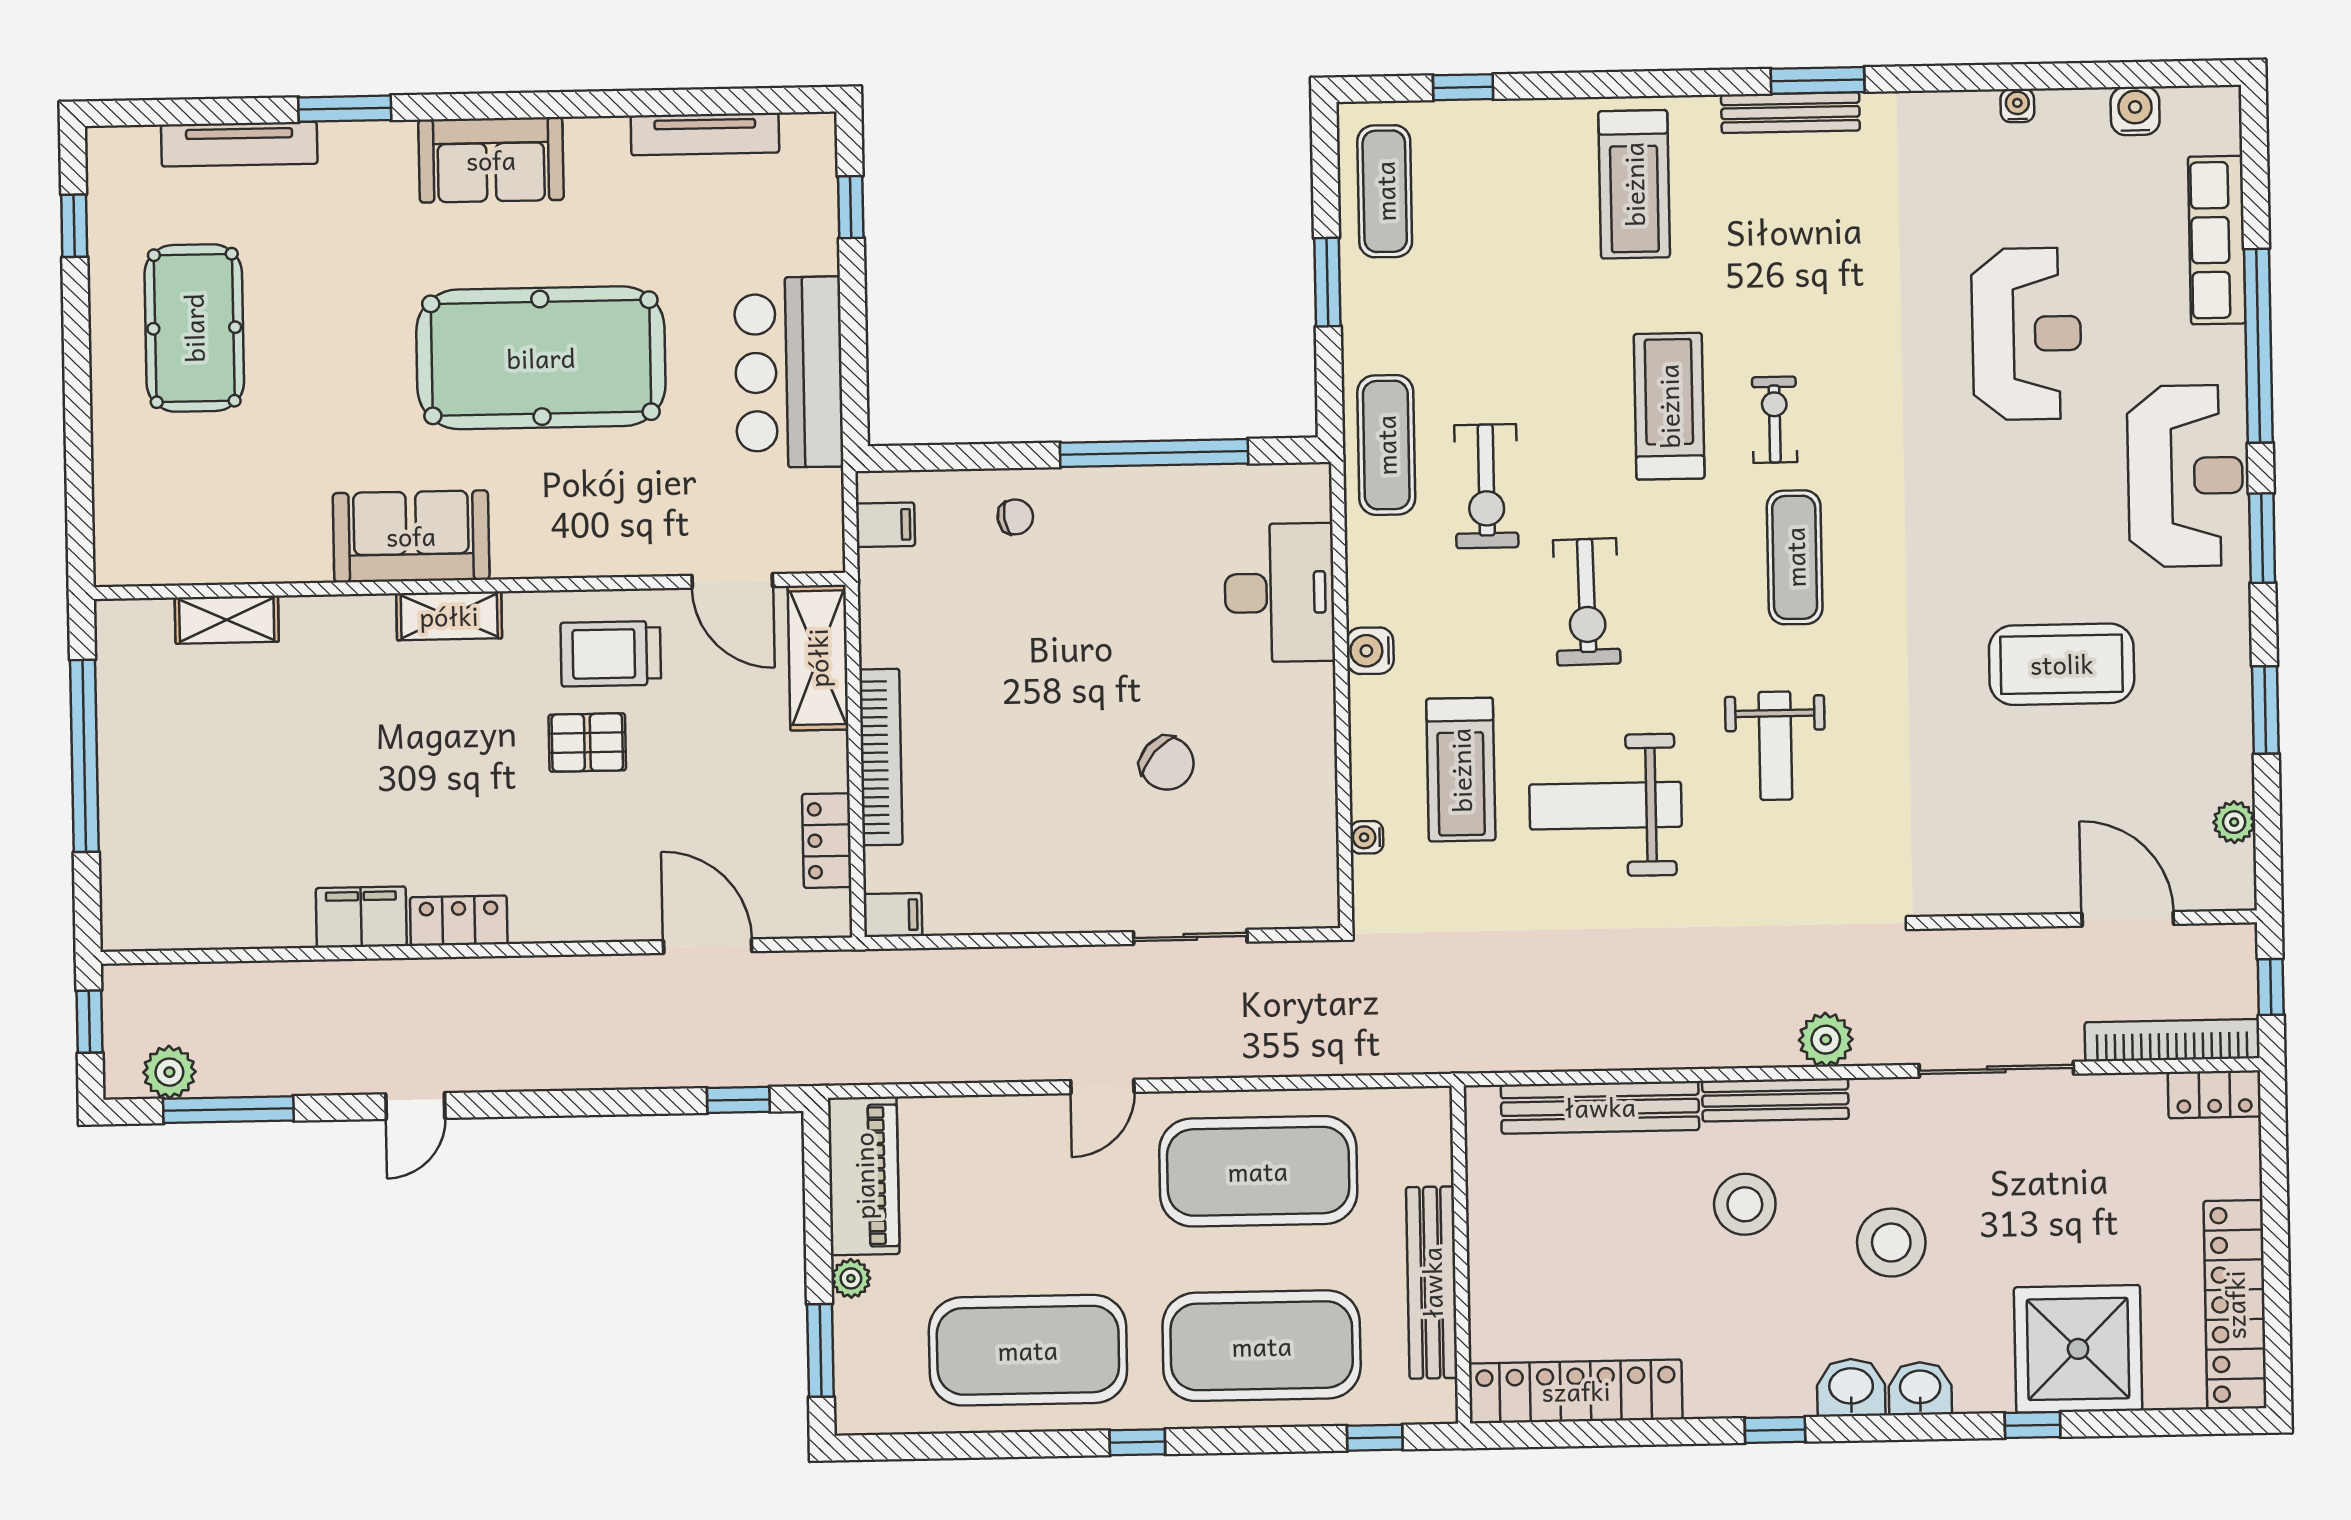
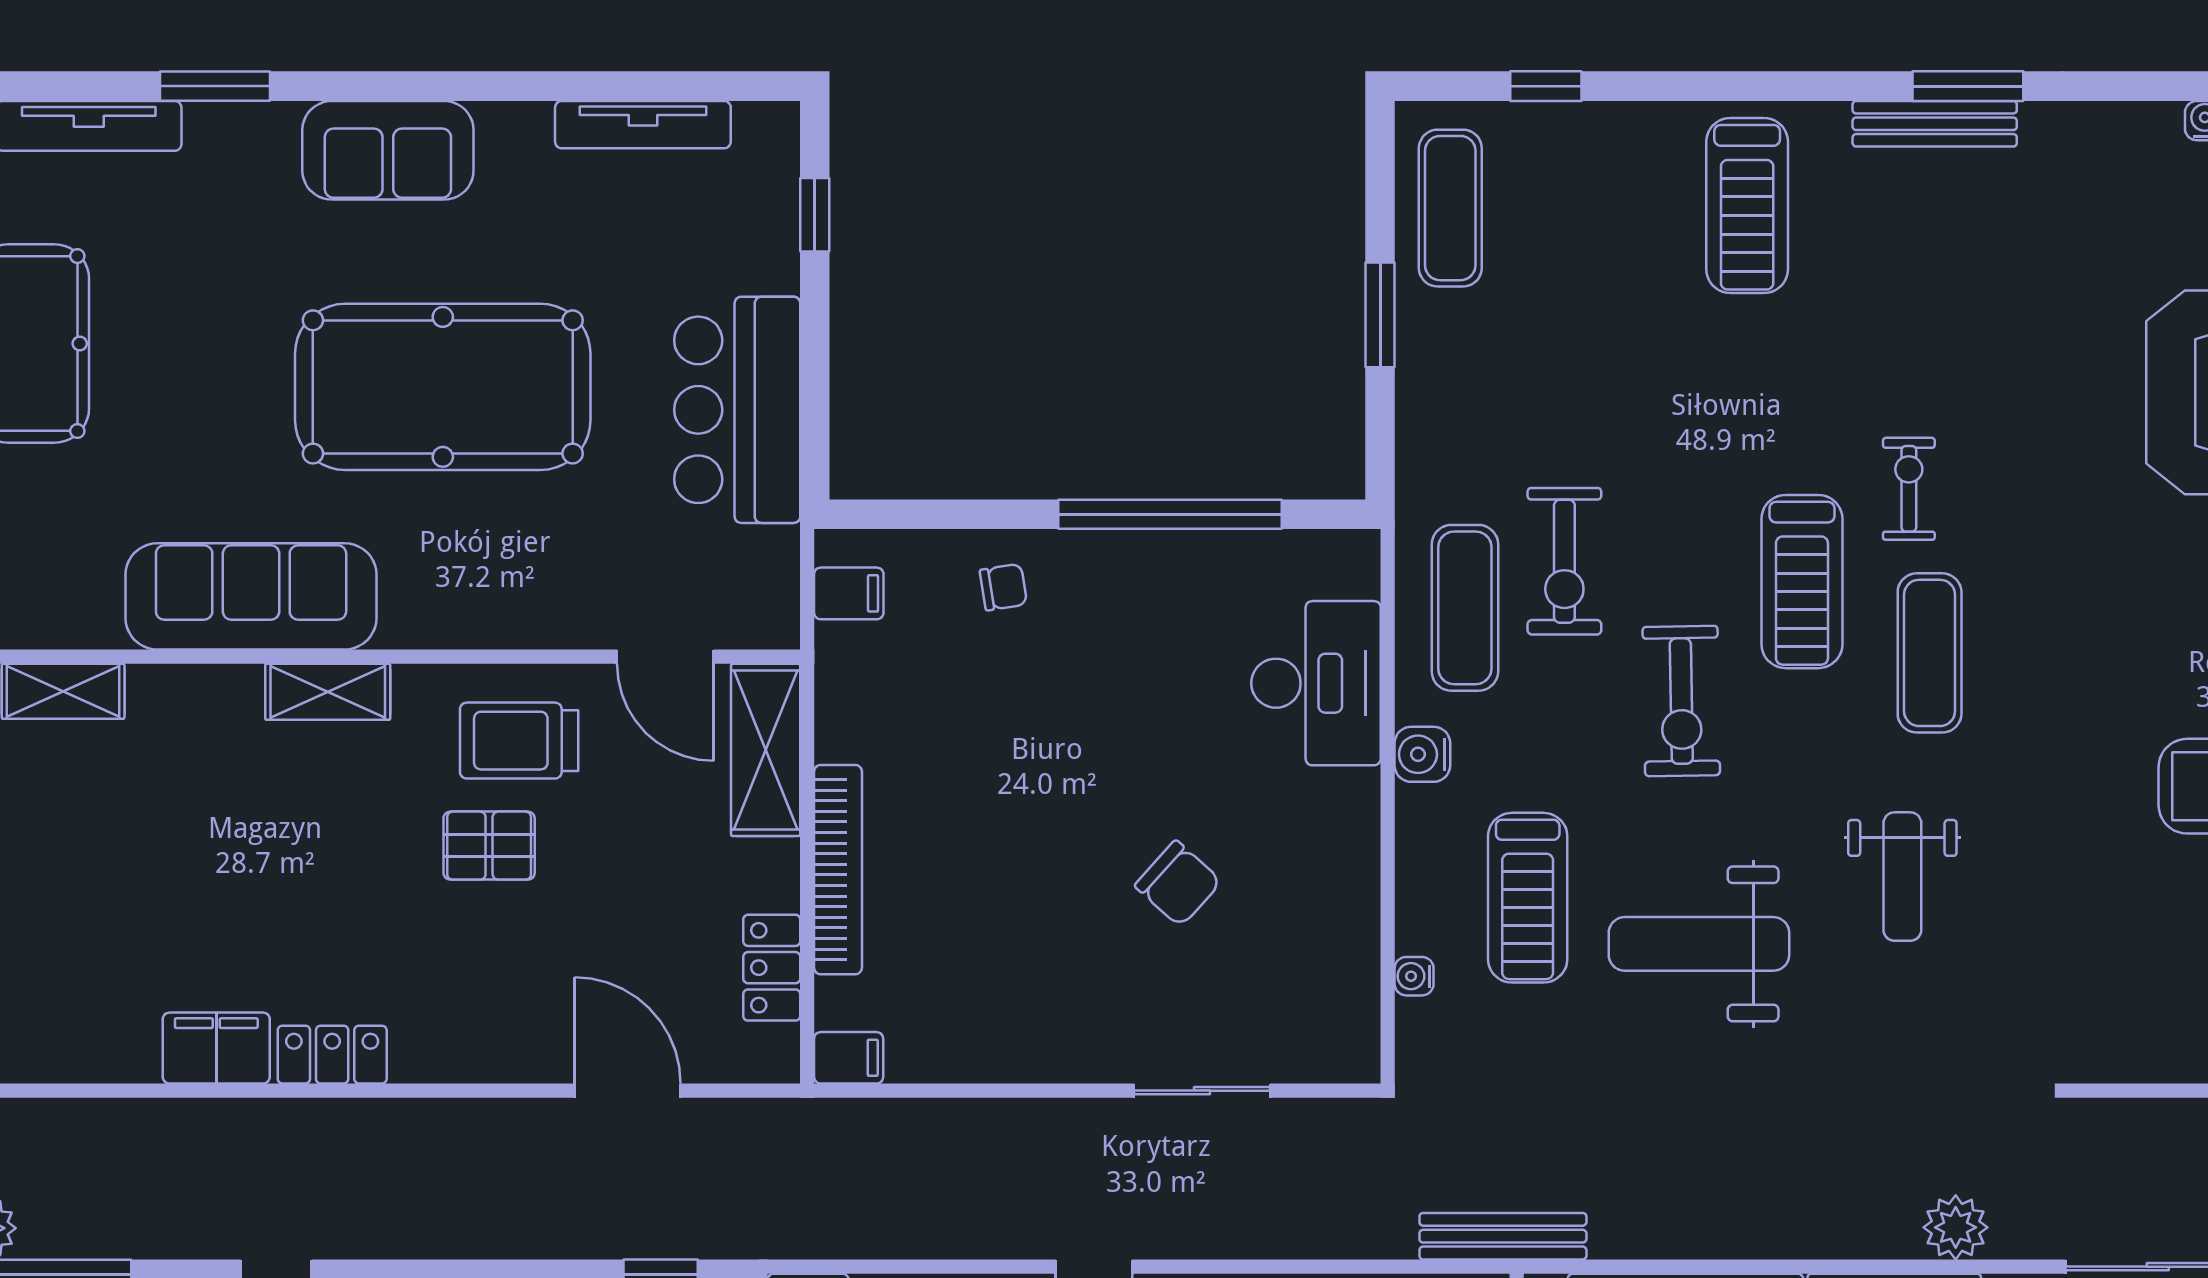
treadmill: (1669, 406) -> (1802, 582), moved, turned 180
exercise mat: (1386, 445) -> (1465, 608), moved
sofa: (411, 536) -> (251, 596), width x1.36
bench: (1446, 1054) -> (1503, 1236), added

